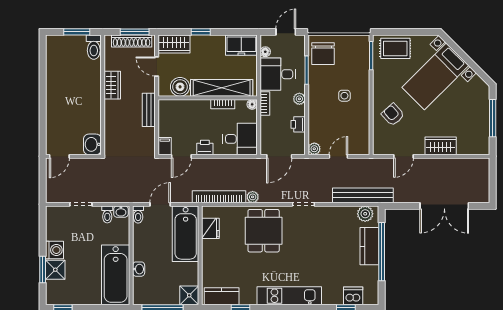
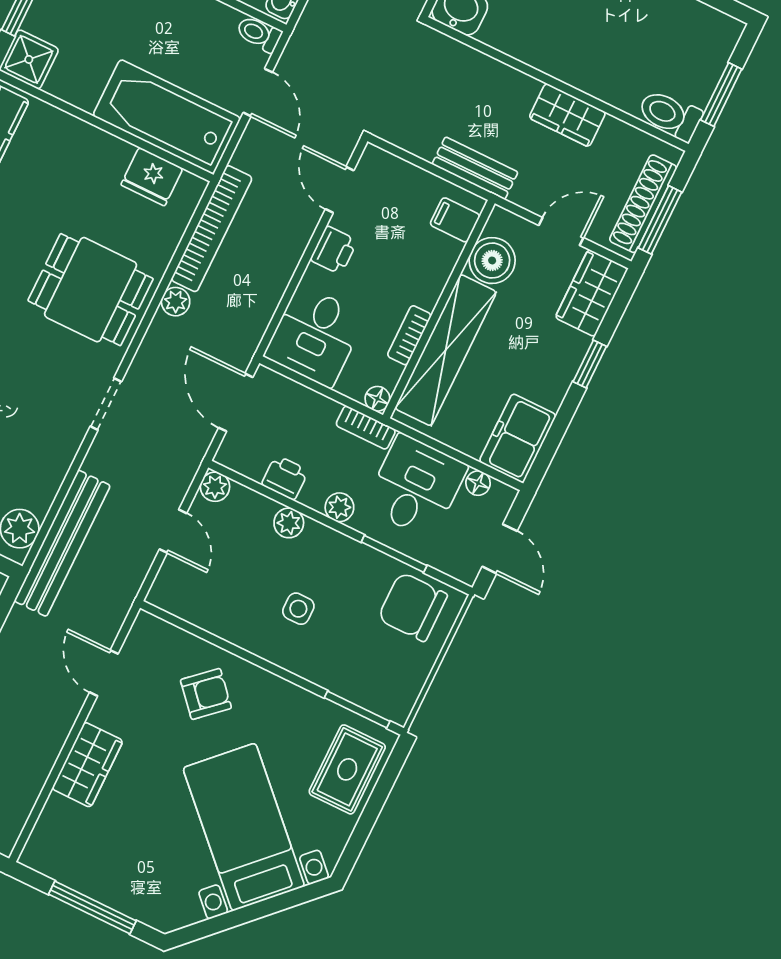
plant: (314, 115) -> (289, 523), added
filing cabinet: (165, 146) -> (455, 220), moved, turned 180

